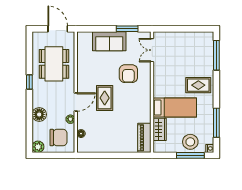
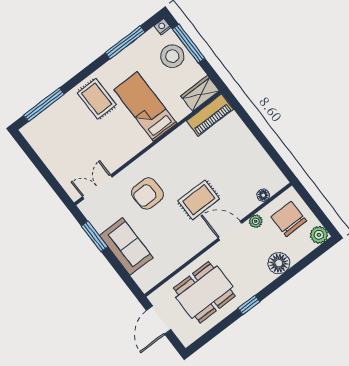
double door: (152, 50) -> (97, 187), swing flipped
armchair: (128, 74) -> (147, 194), turned 180
wardrobe: (160, 129) -> (200, 93), moved

